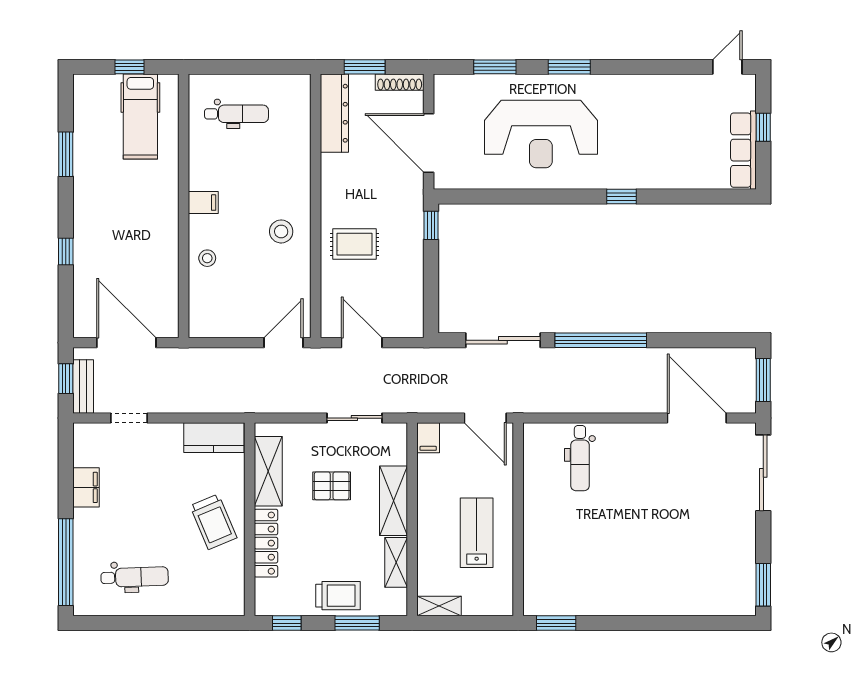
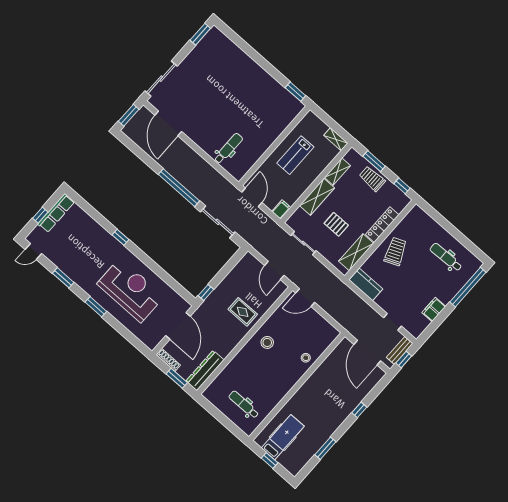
window: (495, 67) -> (63, 278), moved
filing cabinet: (203, 203) -> (288, 381), removed

